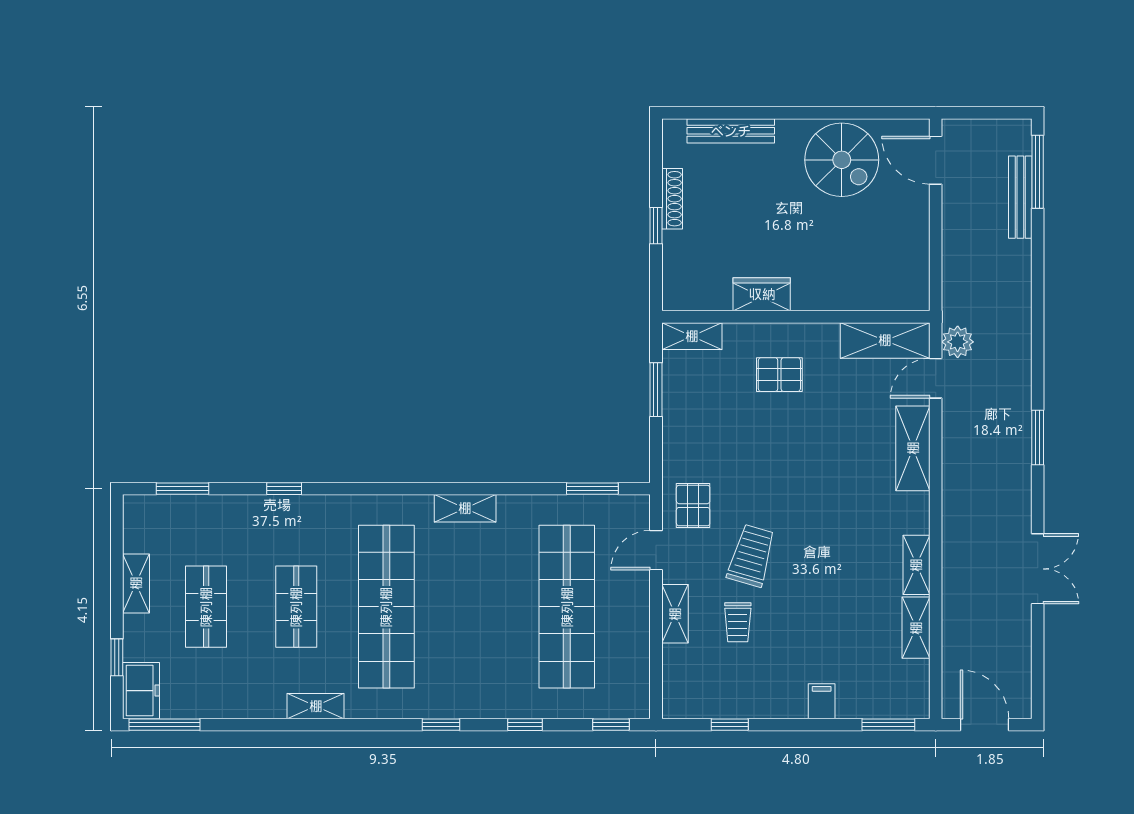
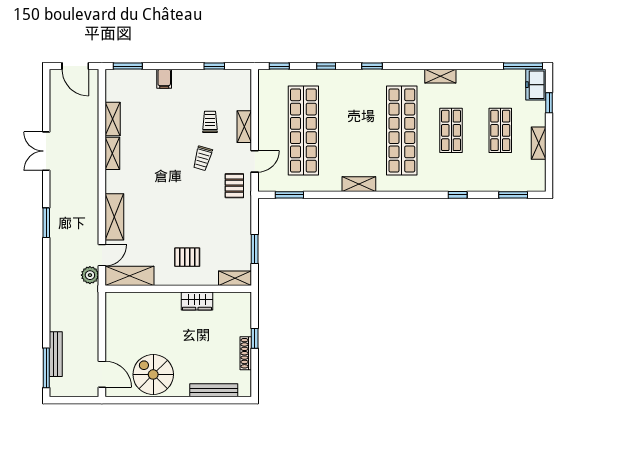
trolley: (751, 556) -> (203, 158), width x0.73, depth x0.72

